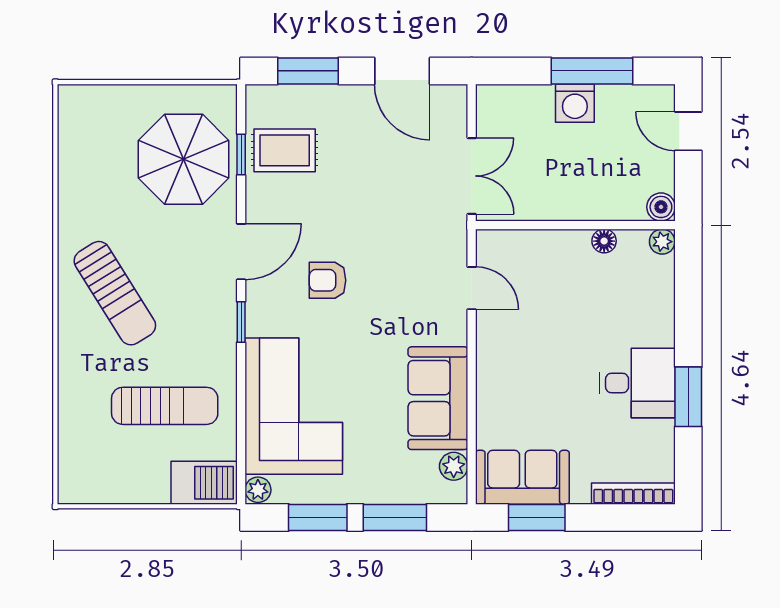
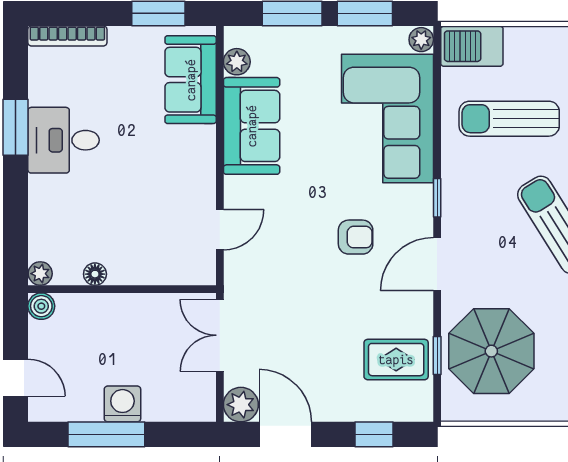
window: (308, 71) -> (374, 434), width x0.67
plant: (449, 103) -> (241, 405), added
door: (472, 288) -> (220, 230), swing flipped
sofa: (522, 477) -> (191, 80), moved, turned 90

